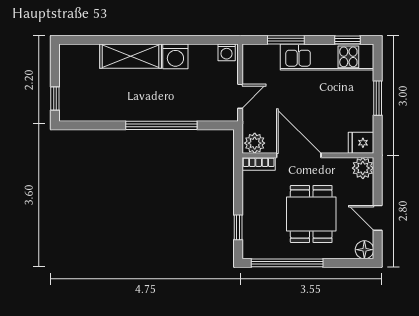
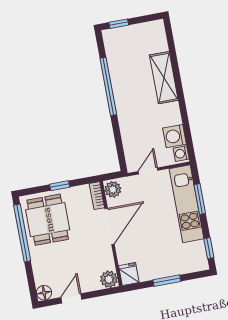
washing machine: (175, 56) -> (174, 136), moved
kitchen unit: (327, 57) -> (187, 204), moved
door: (240, 96) -> (148, 171), swing flipped
window: (161, 125) -> (108, 86), moved
dining table: (311, 214) -> (48, 220), moved, turned 90
window: (238, 227) -> (60, 186), moved

